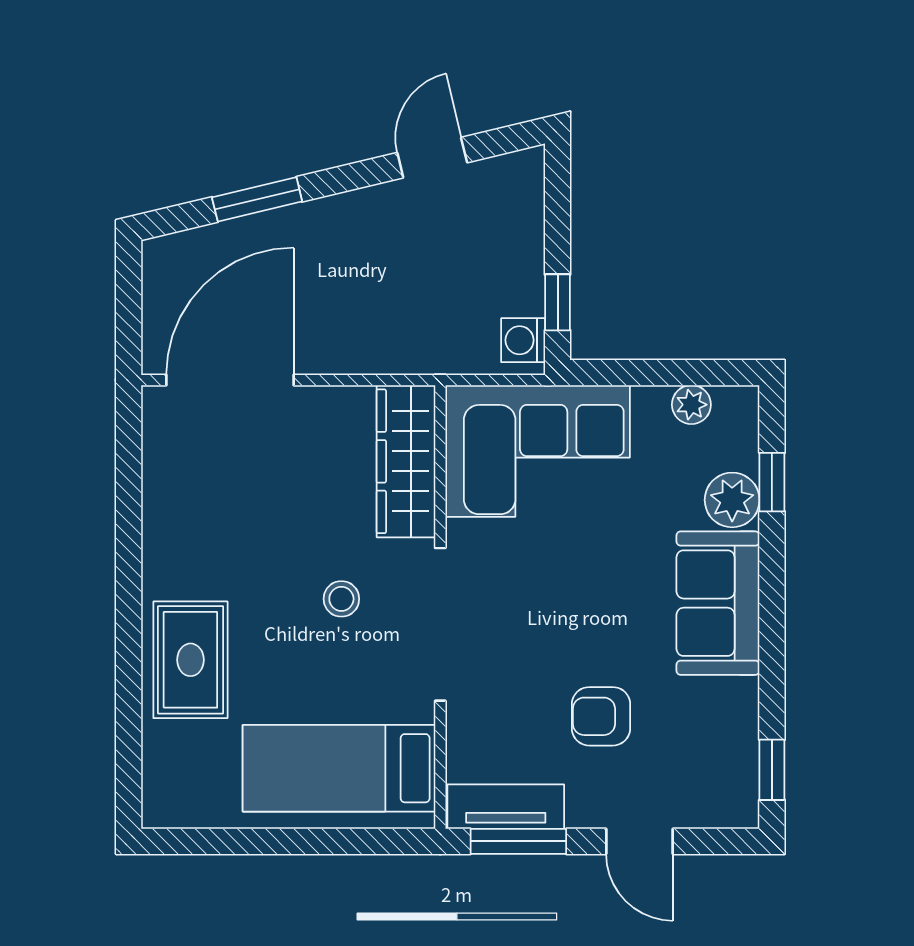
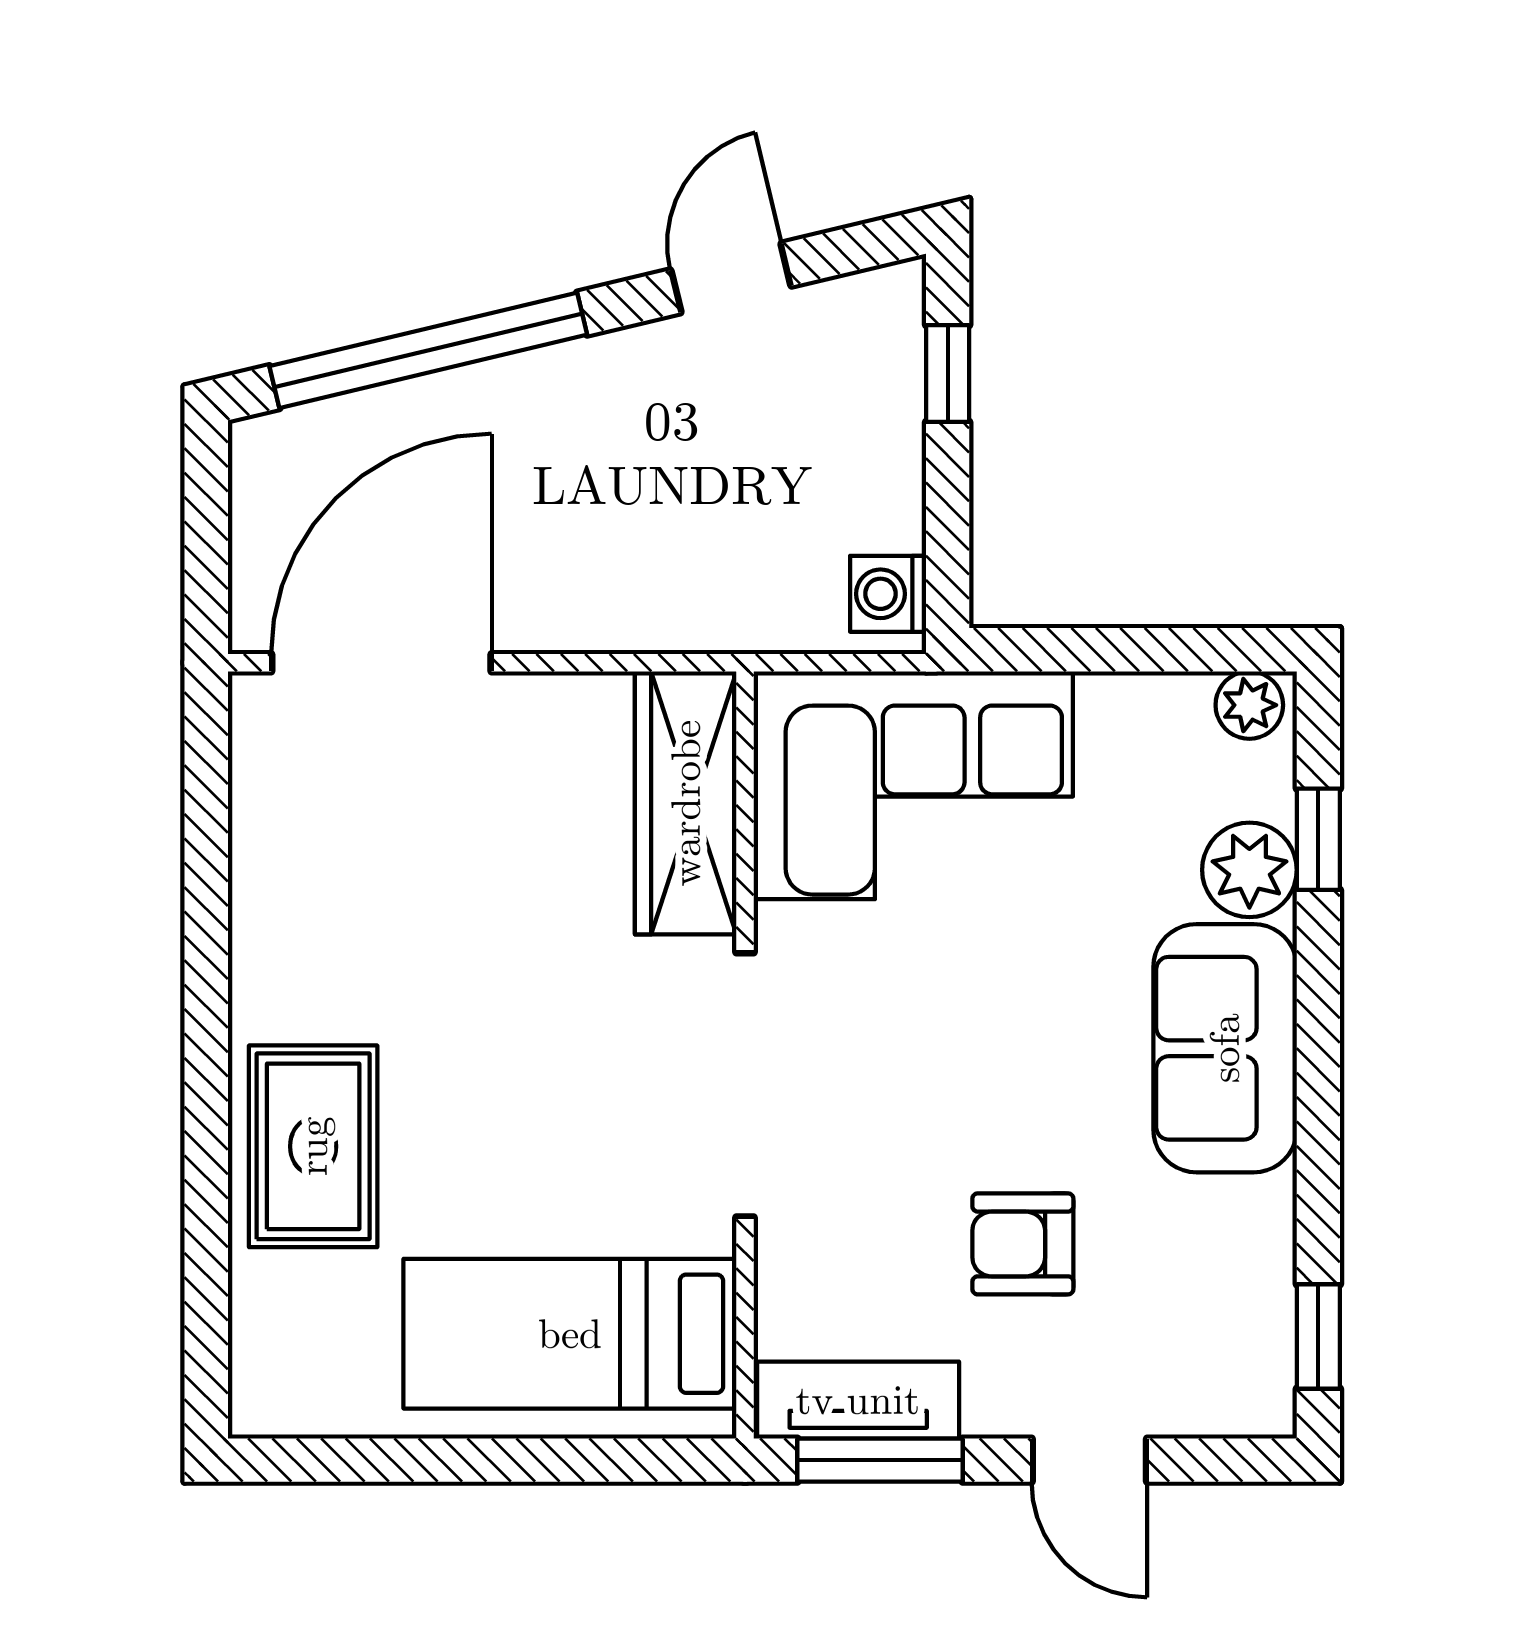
window: (257, 199) -> (428, 350), width x2.11
window: (558, 302) -> (948, 374), moved
plant: (691, 405) -> (1249, 705), moved
stool: (341, 599) -> (574, 1041), removed

